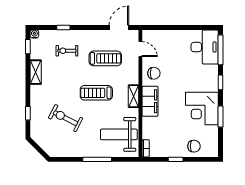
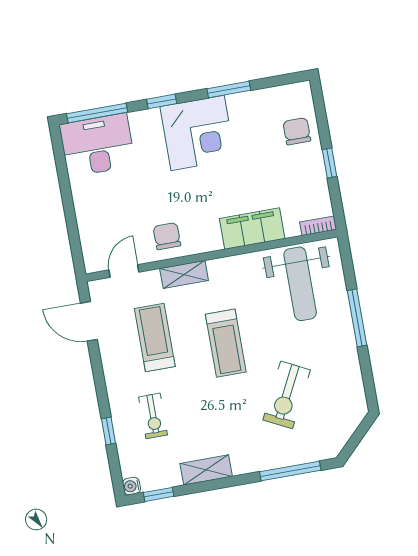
shelving: (134, 96) -> (184, 274), moved
filing cabinet: (150, 101) -> (252, 229), moved
corner desk: (202, 109) -> (198, 133), moved
window: (28, 113) -> (290, 471), width x2.17

